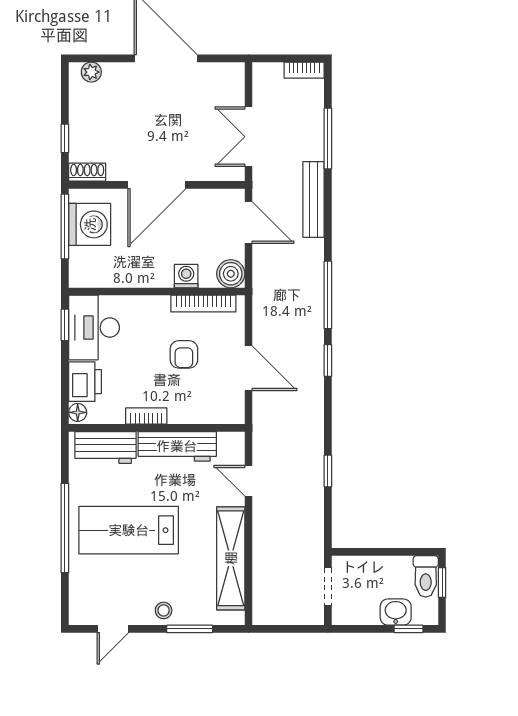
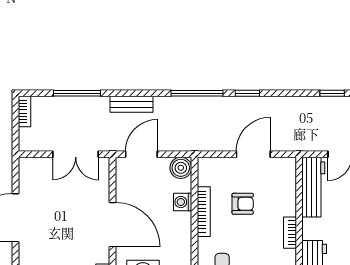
bench: (314, 199) -> (131, 104), width x0.73
bookcase: (203, 304) -> (204, 212), moved
workbench: (177, 446) -> (313, 187), moved

